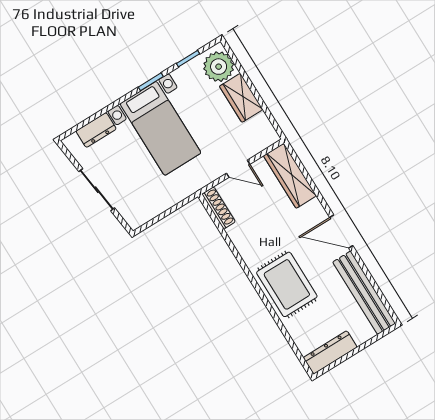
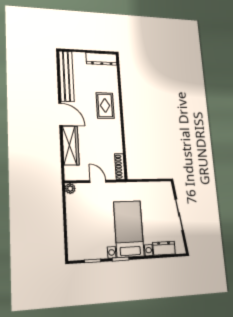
plant: (219, 67) -> (70, 189), moved, width x0.53, depth x0.53
wardrobe: (241, 98) -> (74, 220), removed
wardrobe: (290, 176) -> (71, 145), moved
rug: (287, 284) -> (105, 106), width x0.73, depth x0.70

